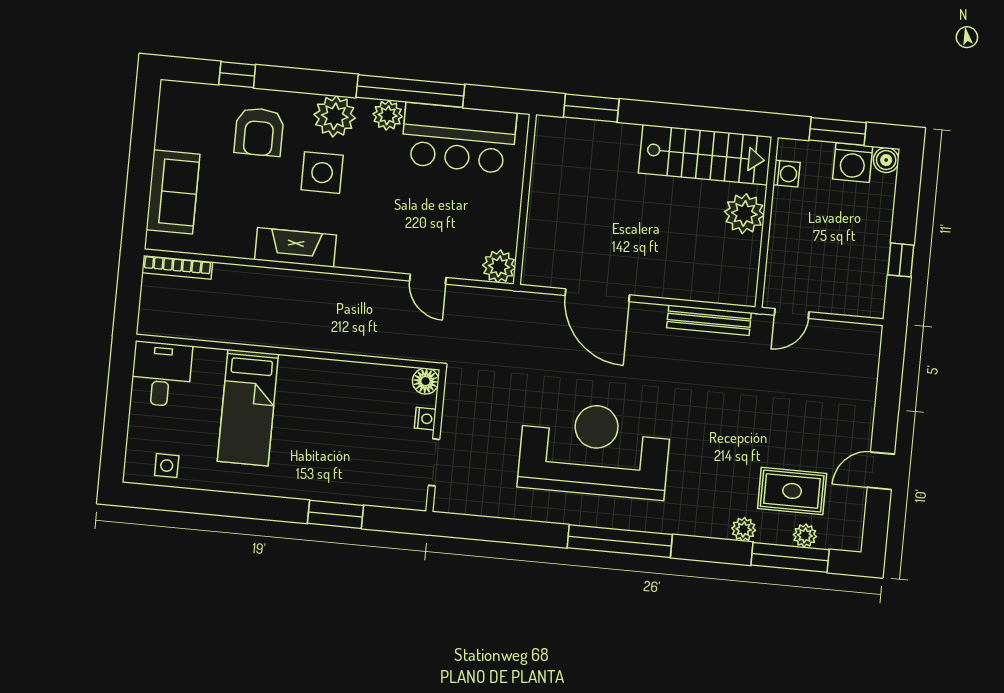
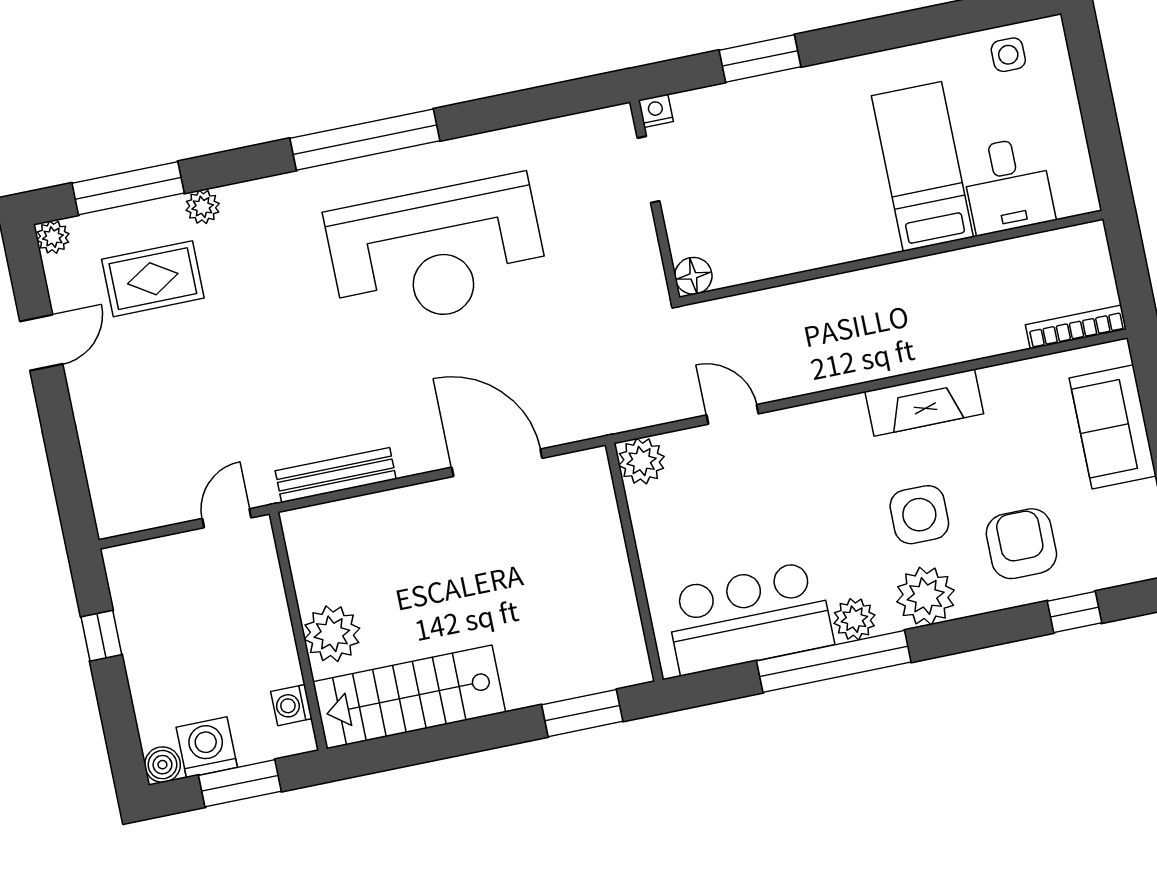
desk: (161, 374) -> (1008, 185), moved
nightstand: (425, 419) -> (656, 111), moved, turned 90
plant: (805, 535) -> (53, 237), moved

